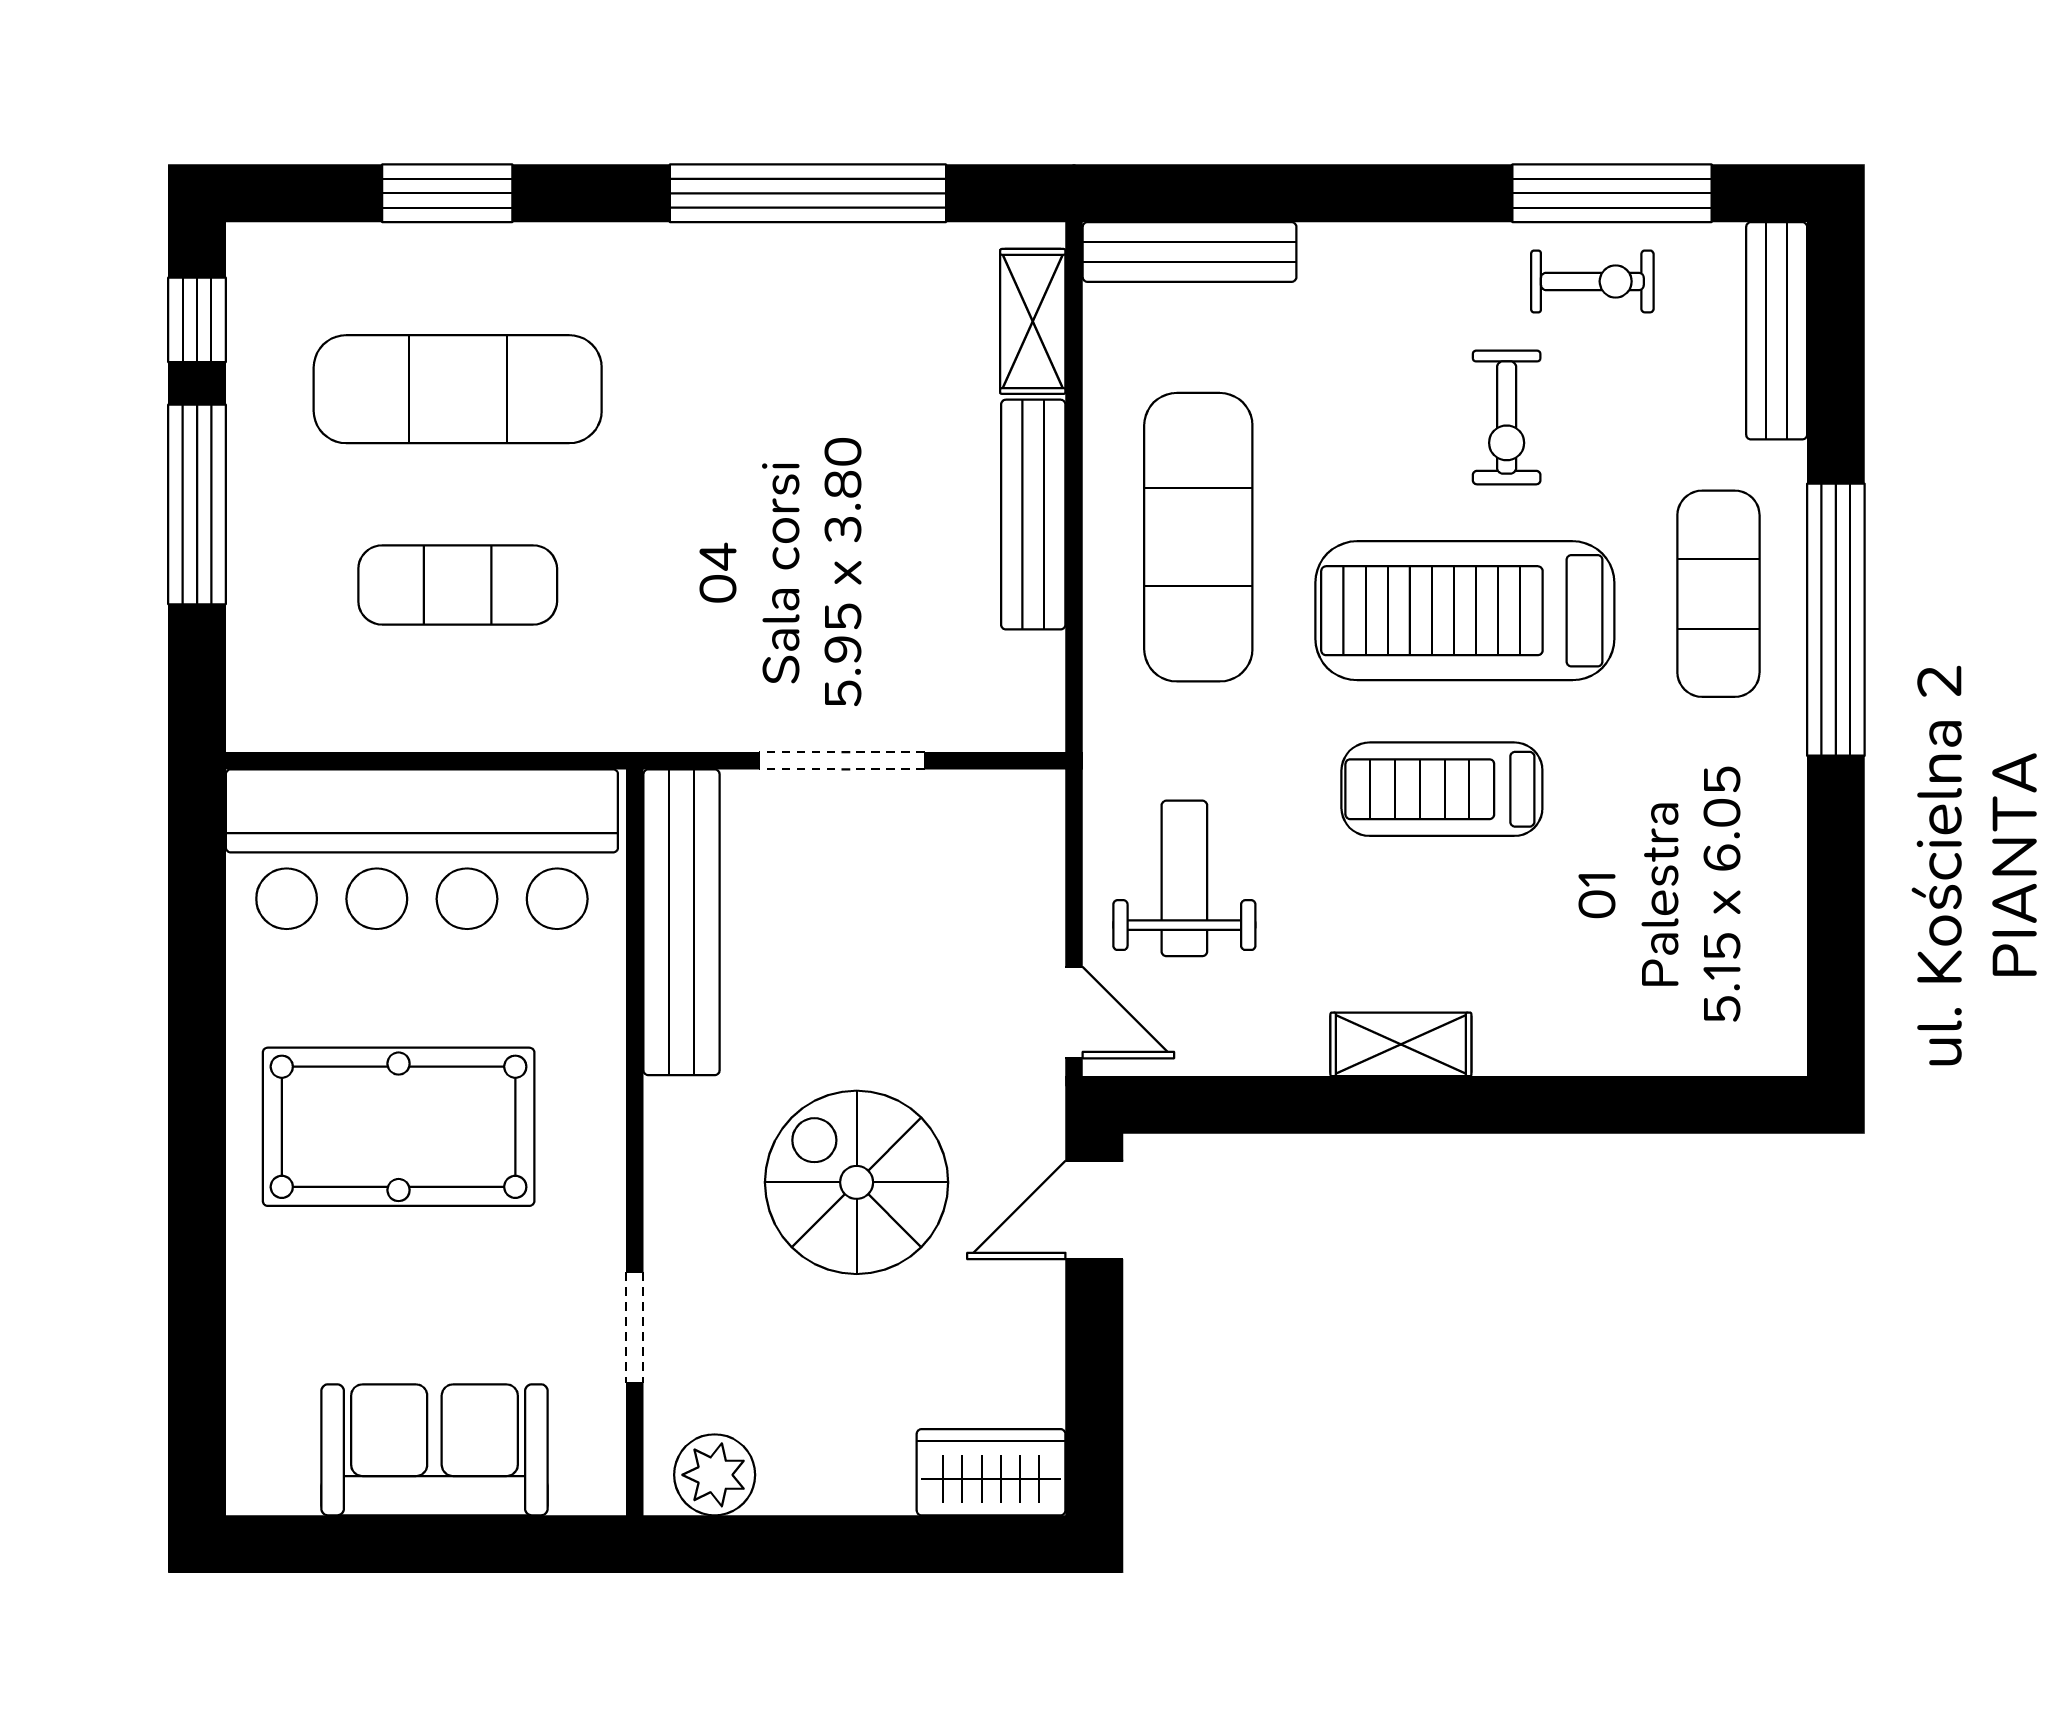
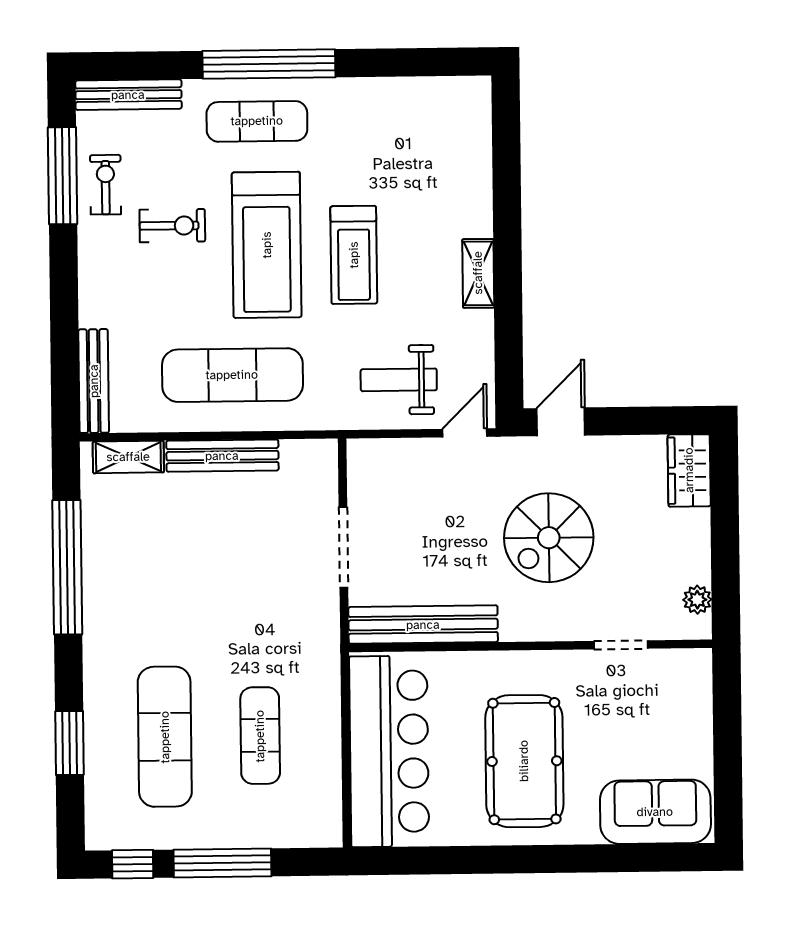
door: (1094, 1210) -> (561, 422), swing flipped
sofa: (434, 1450) -> (655, 812), moved, turned 90
plant: (715, 1475) -> (697, 600), width x0.73, depth x0.73

